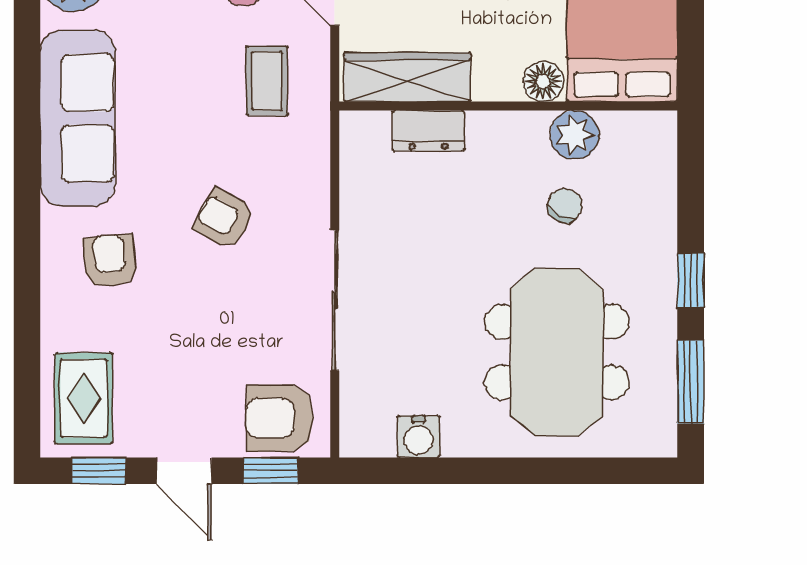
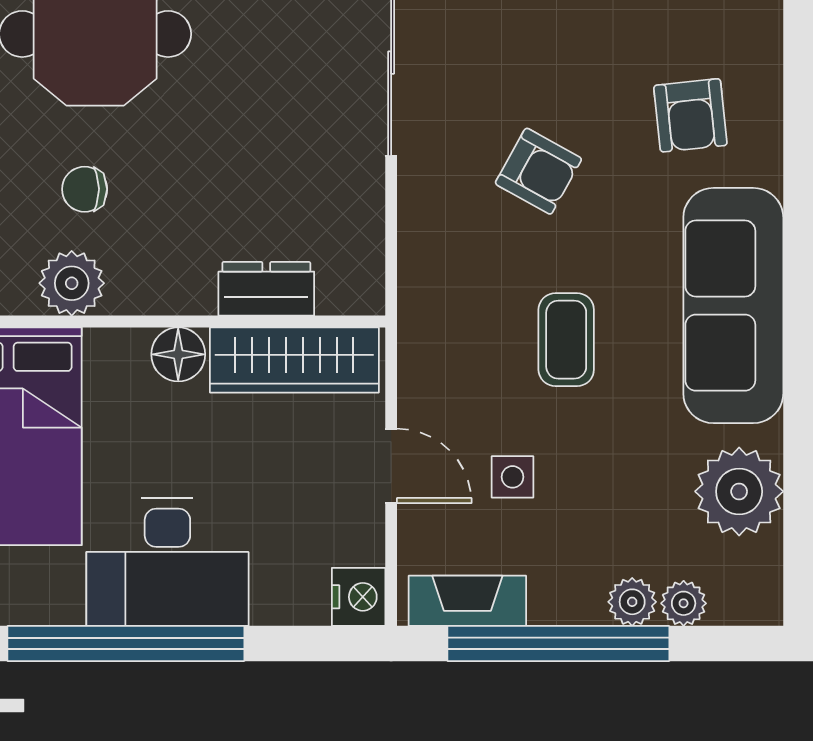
coffee table: (267, 81) -> (566, 340), moved
floor lamp: (543, 81) -> (178, 354), moved
chair: (565, 205) -> (85, 189), turned 64

